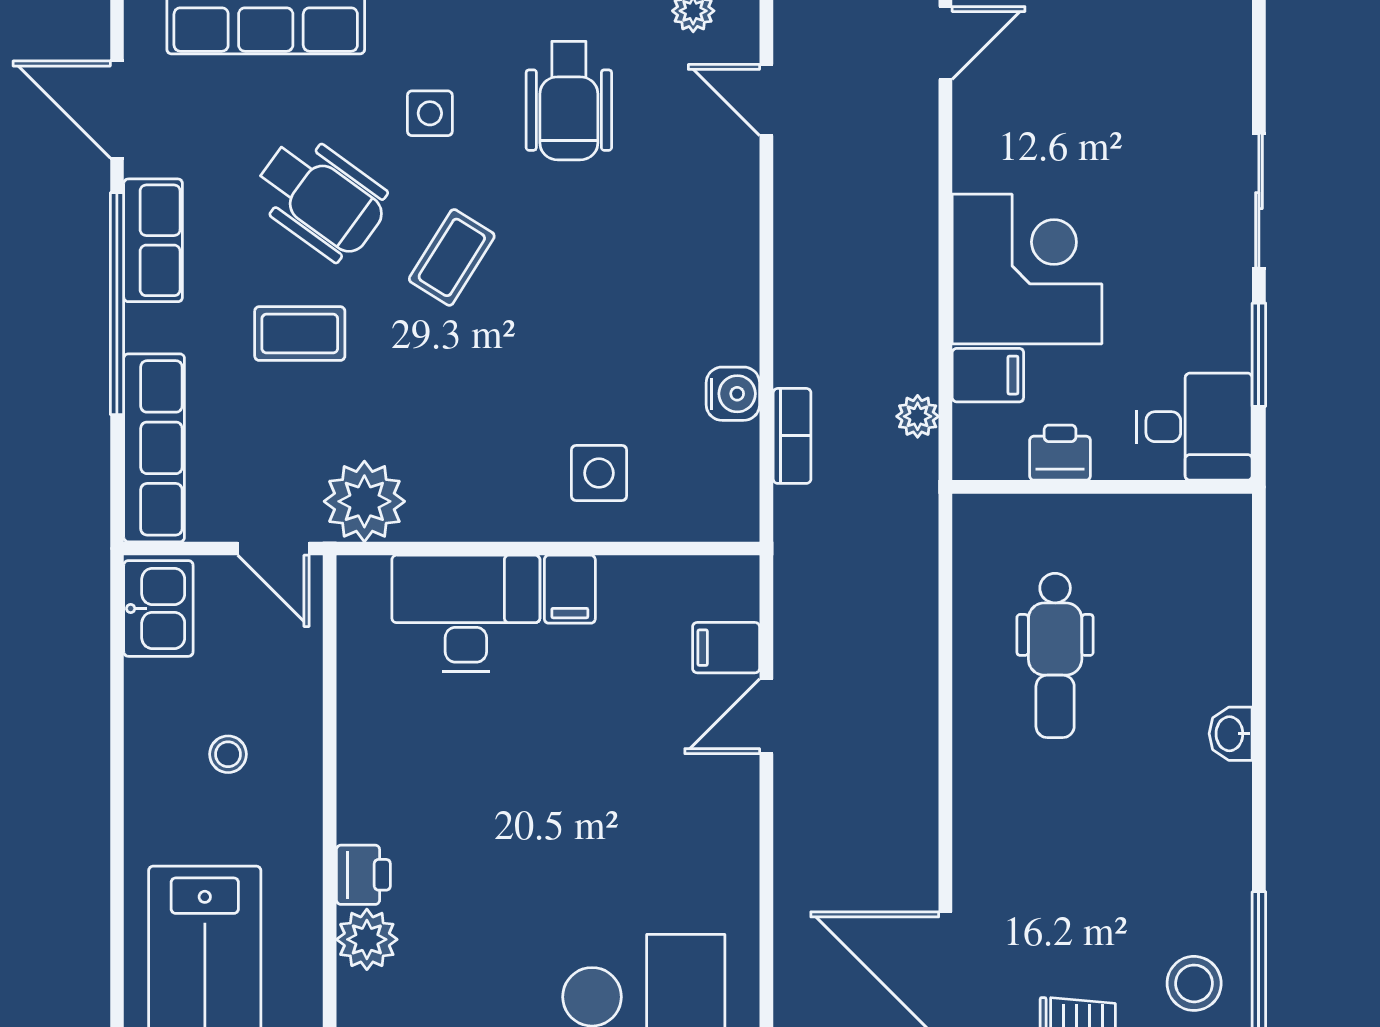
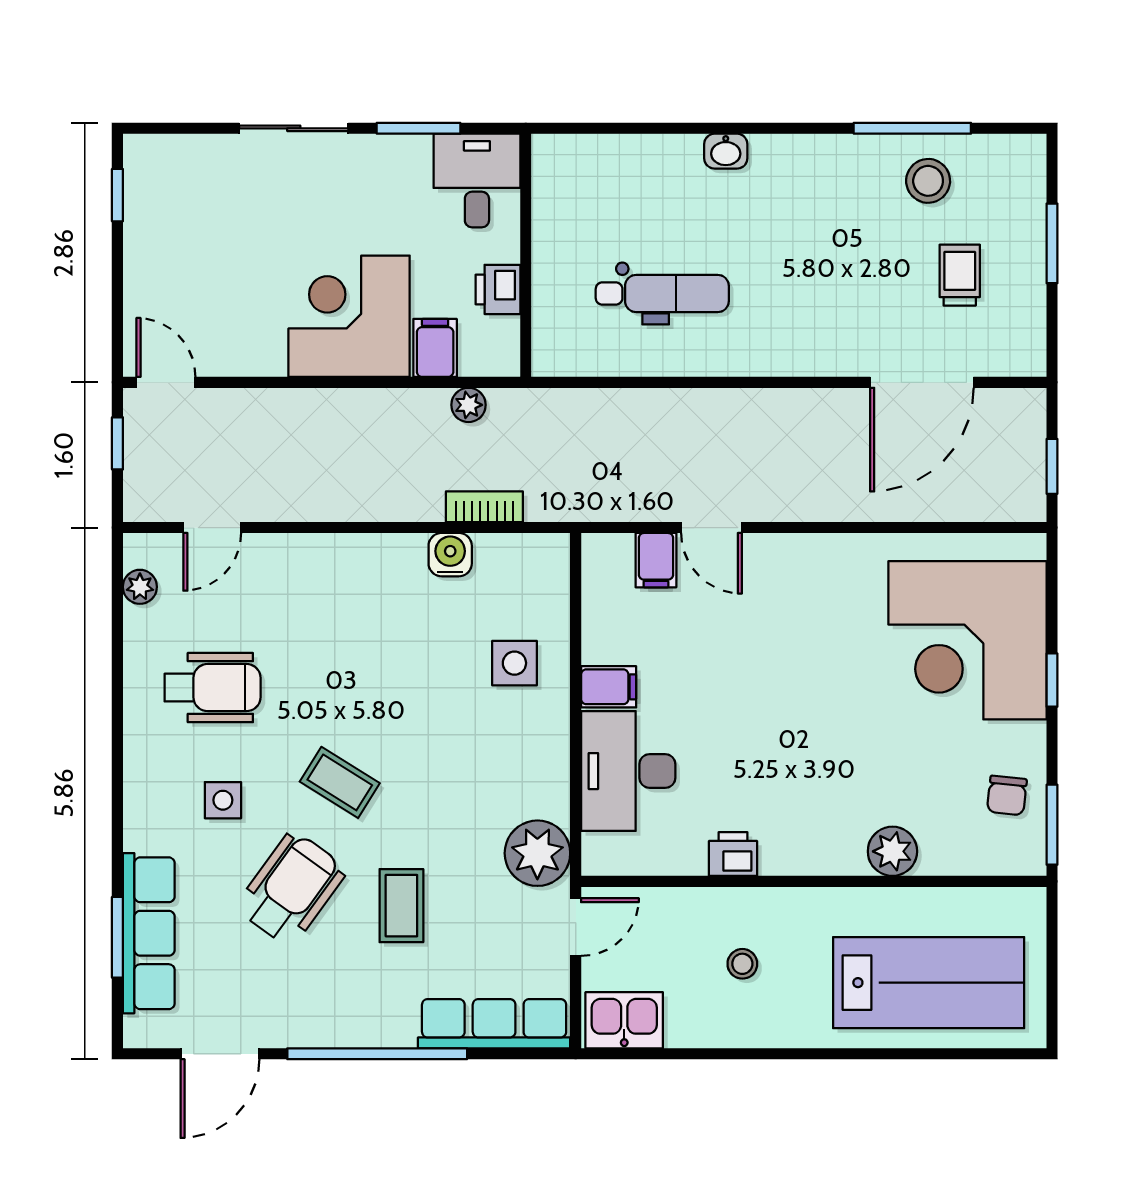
row of seats: (153, 240) -> (326, 1025), removed
printer: (363, 875) -> (733, 854), moved

